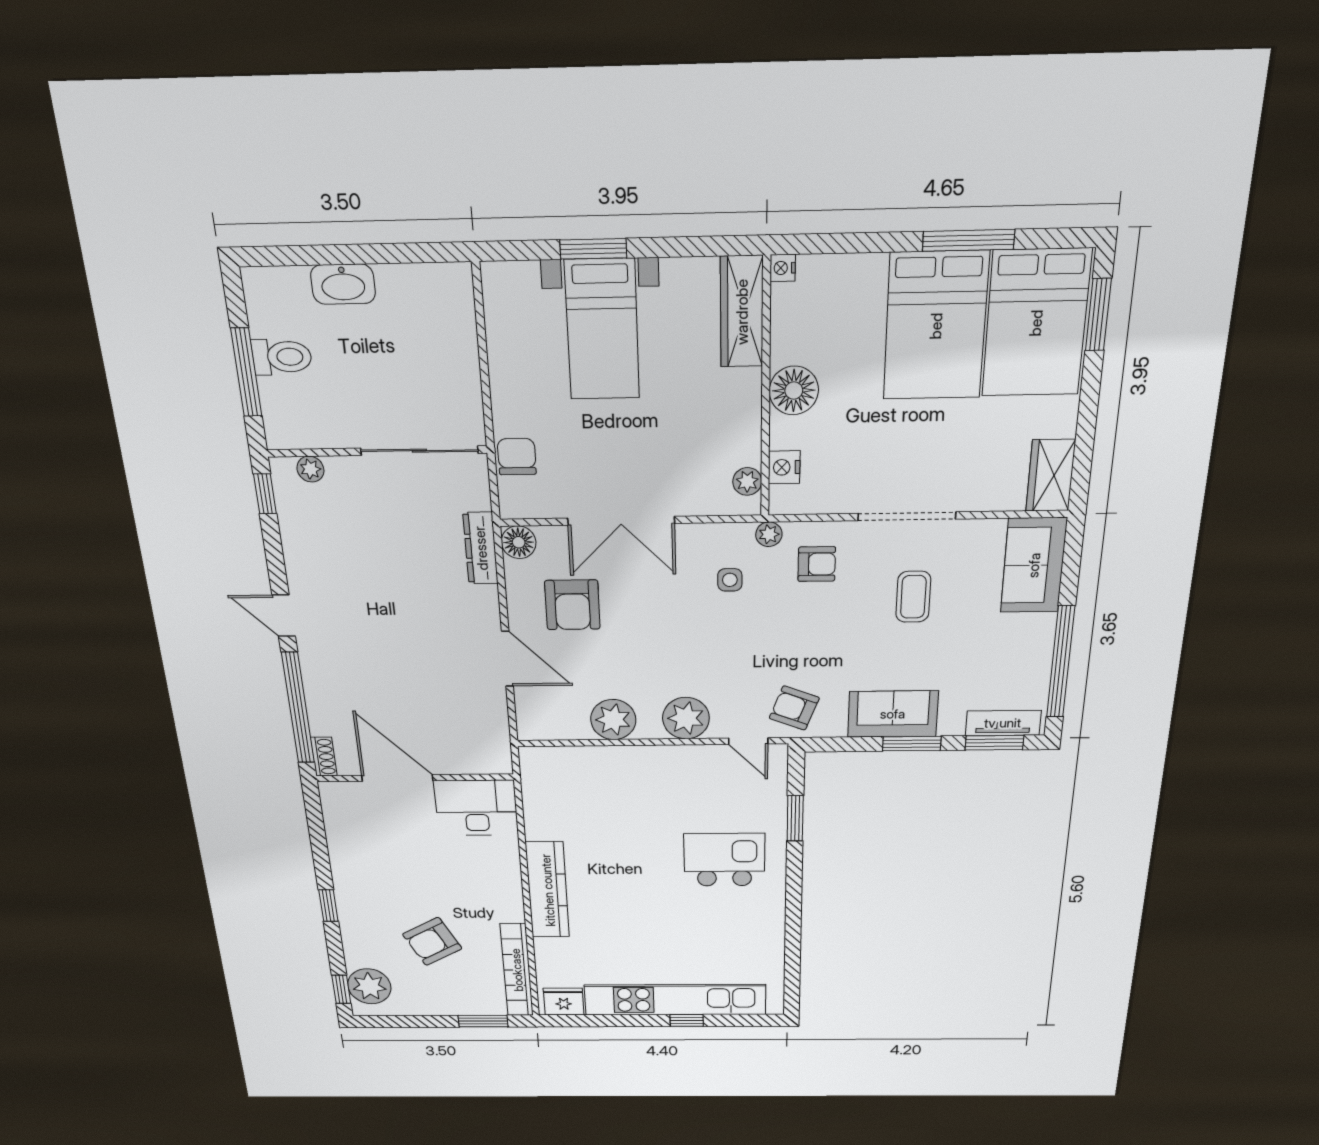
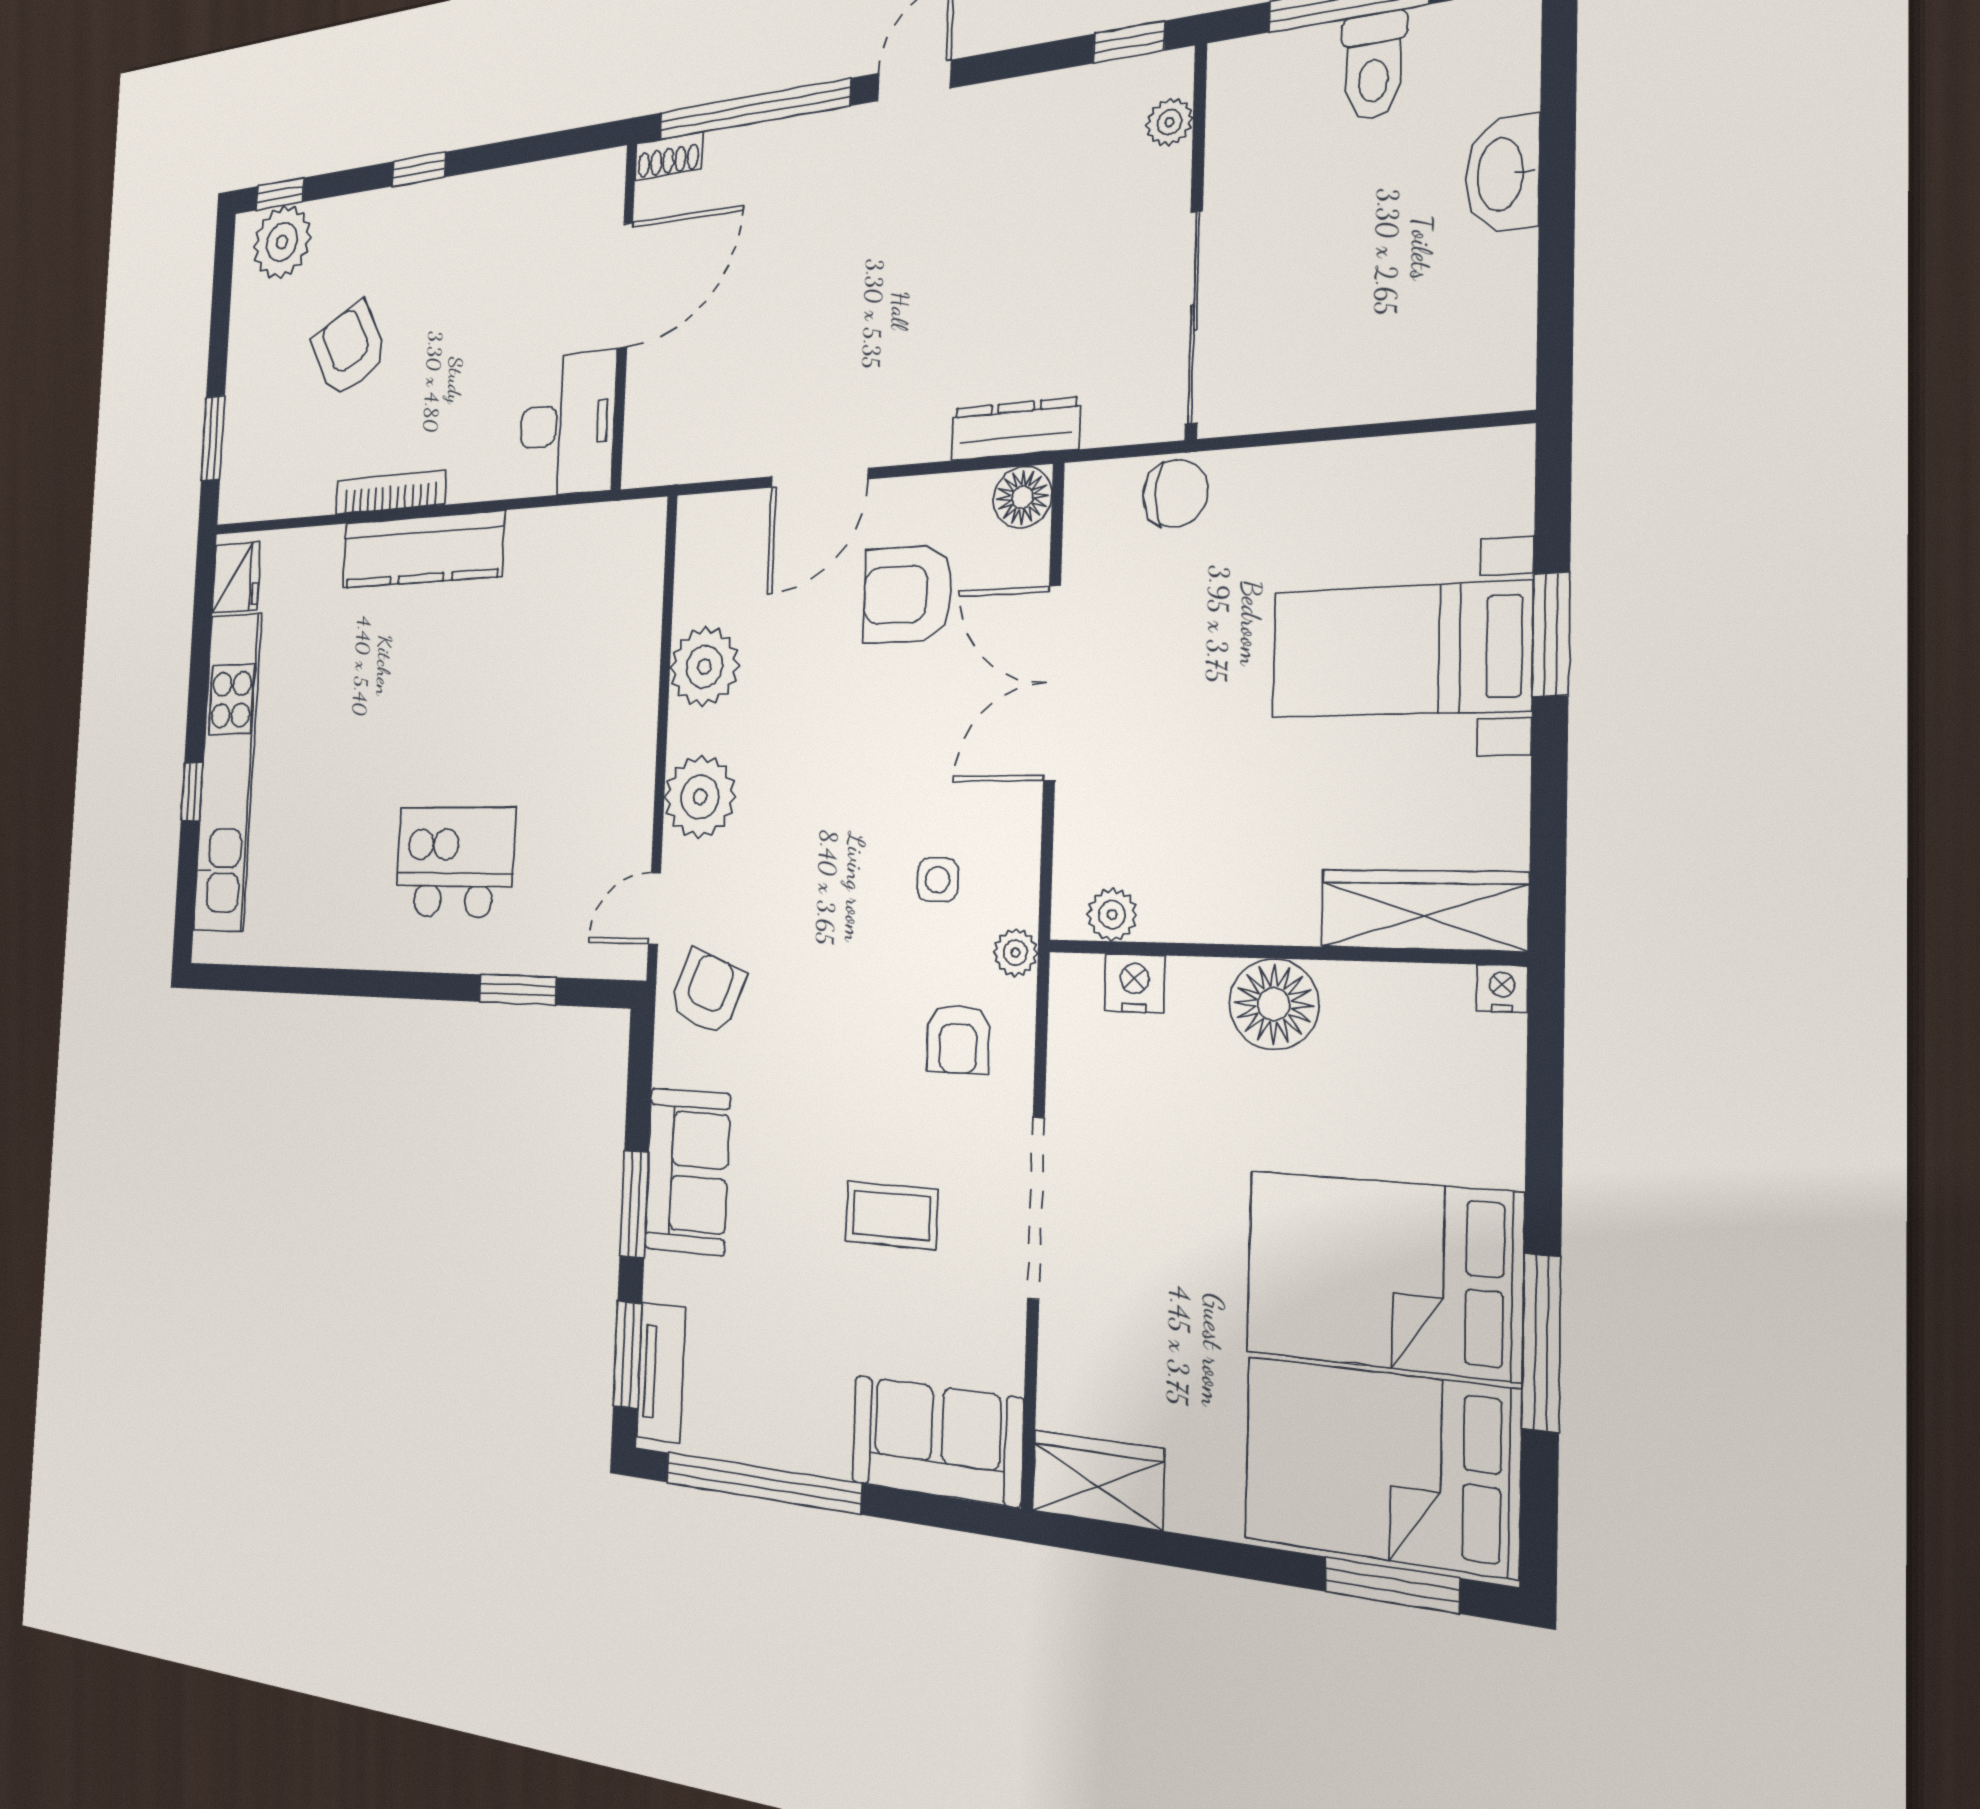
kitchen island: (724, 860) -> (455, 862), turned -90
bookcase: (517, 970) -> (391, 492), moved, width x0.68, depth x0.76

